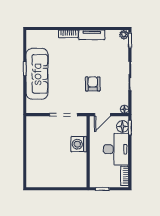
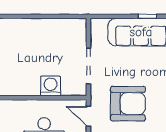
armchair: (93, 84) -> (128, 104), width x1.88, depth x1.88

